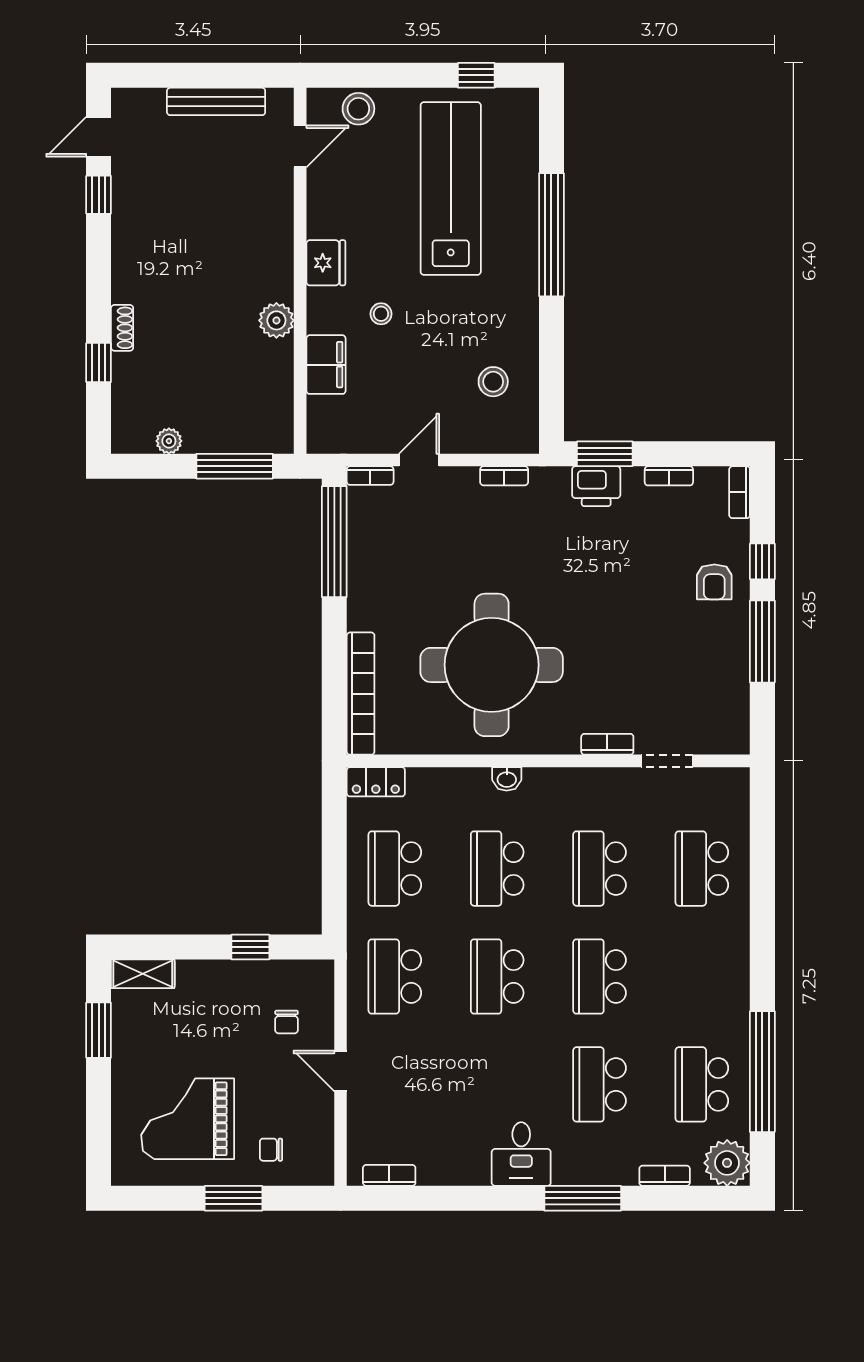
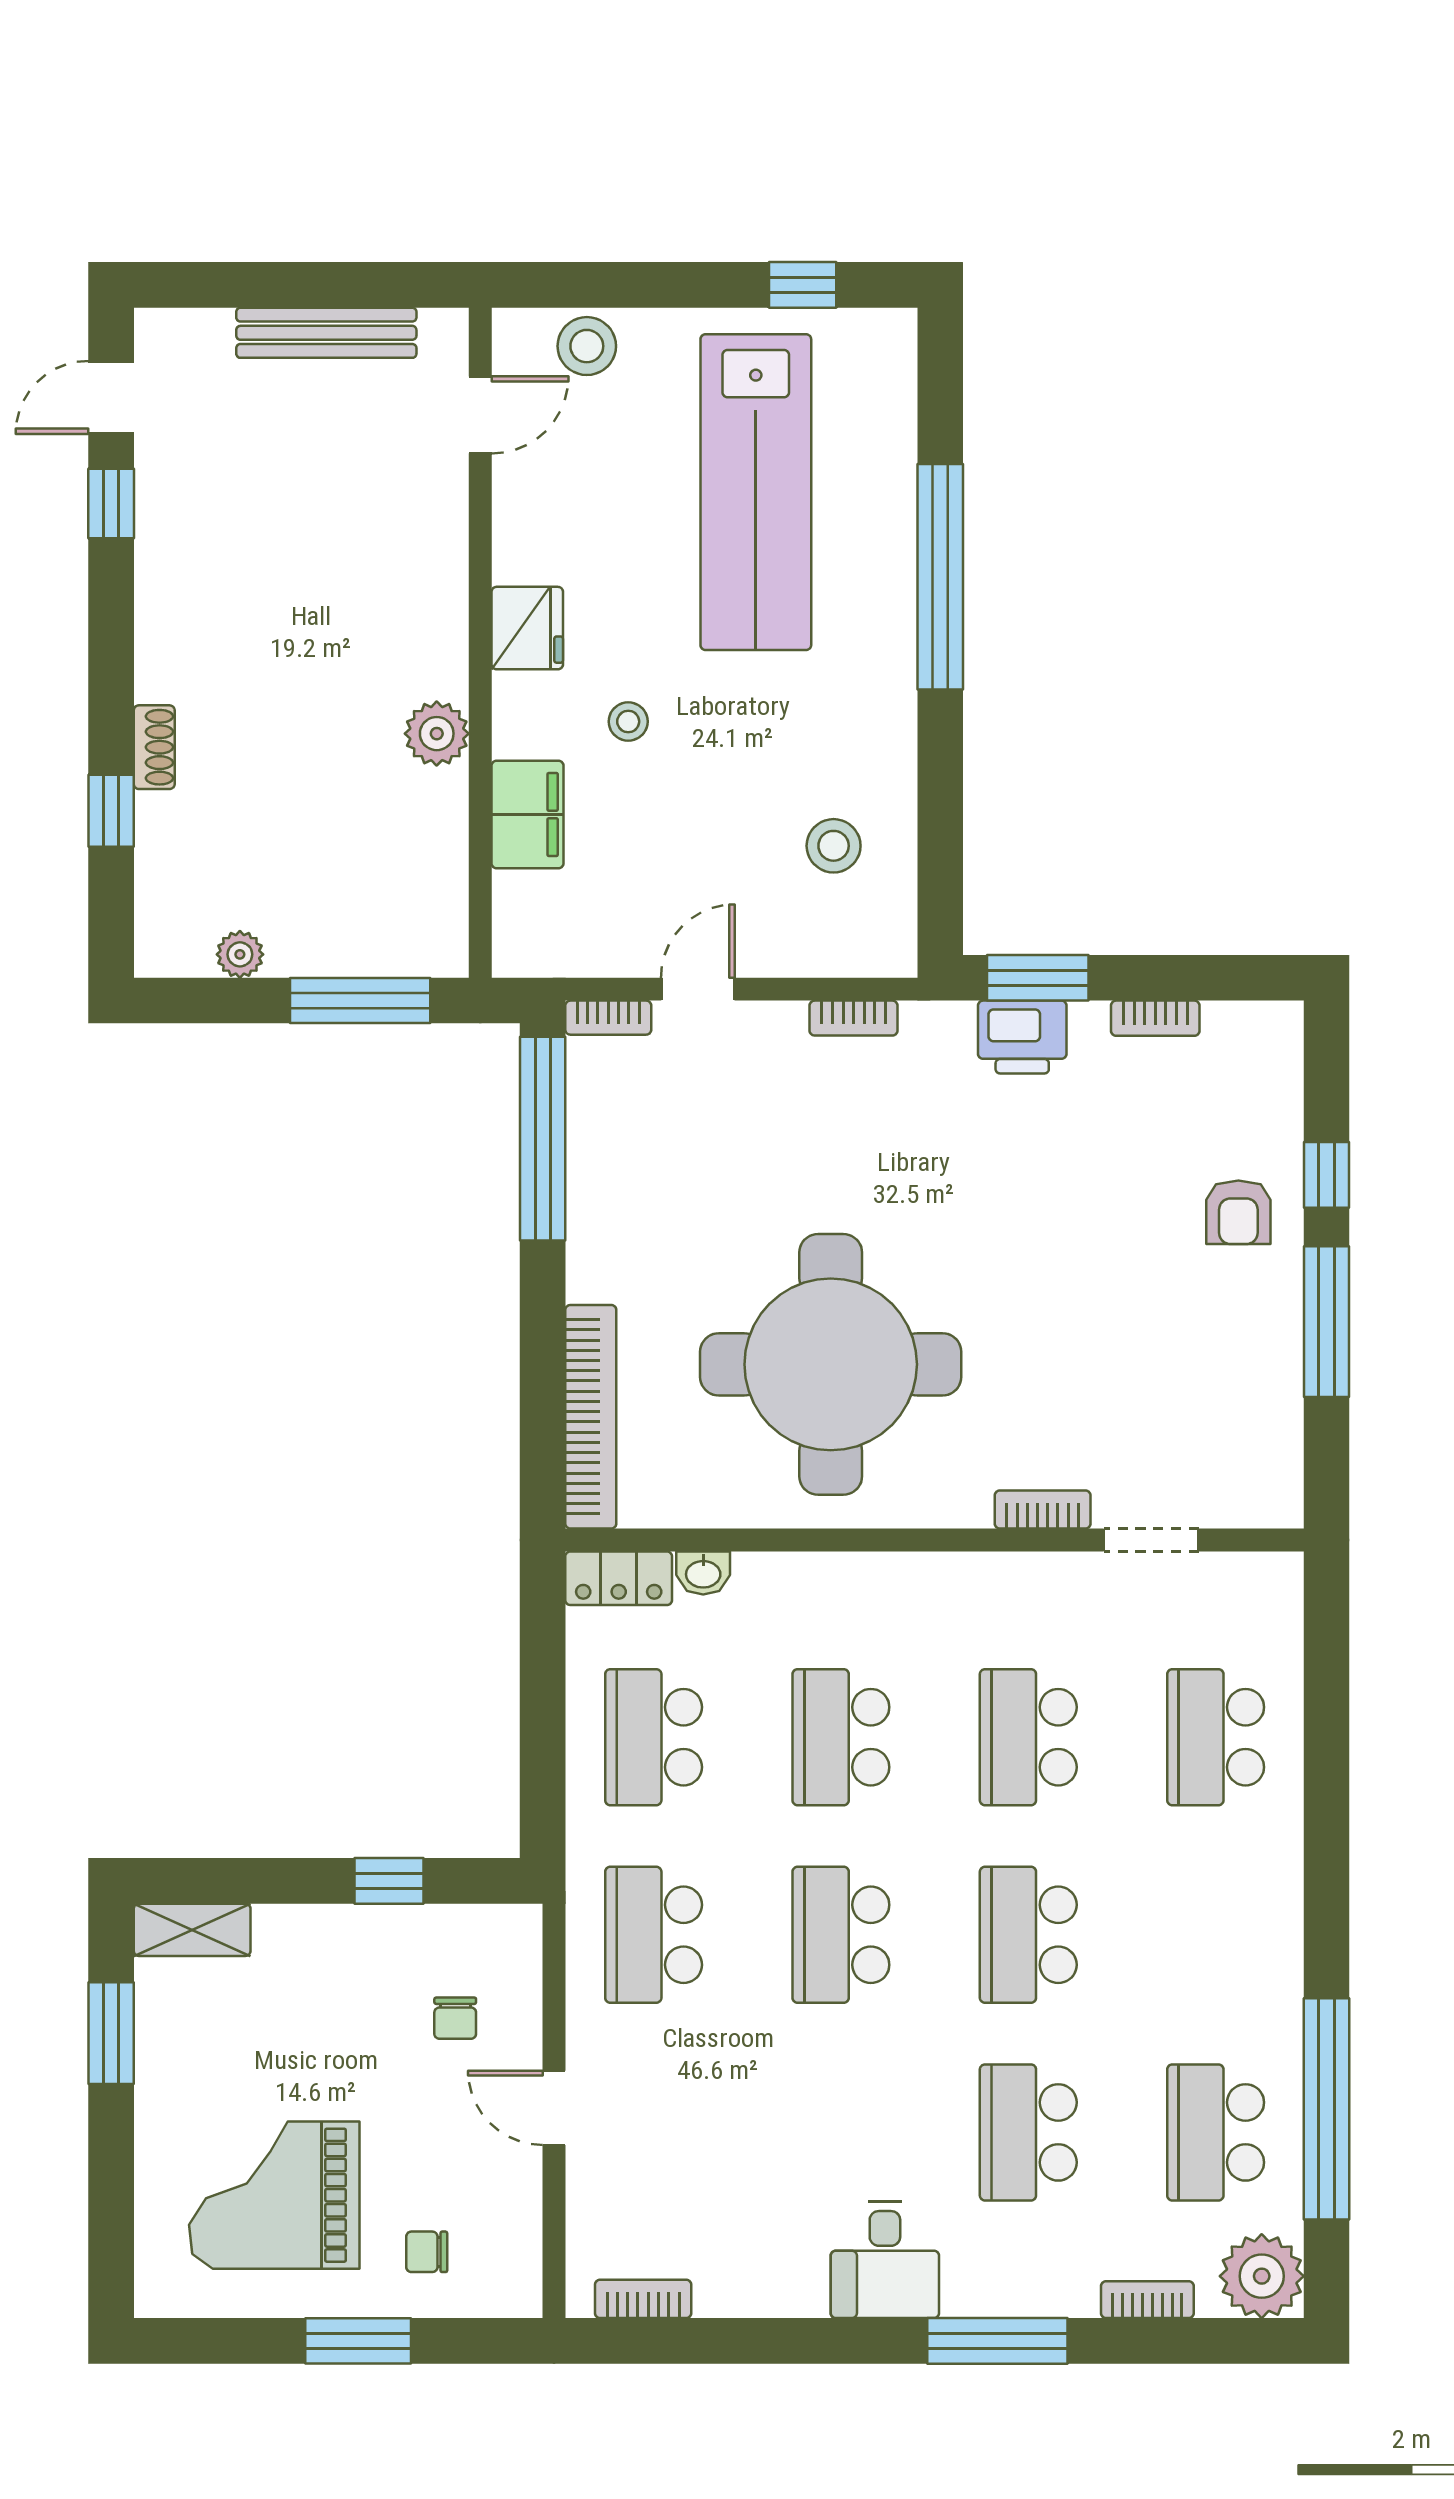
lab bench: (451, 189) -> (756, 492), turned 180
bookcase: (740, 492) -> (1285, 1048), removed
washbasin: (507, 779) -> (703, 1573), moved

